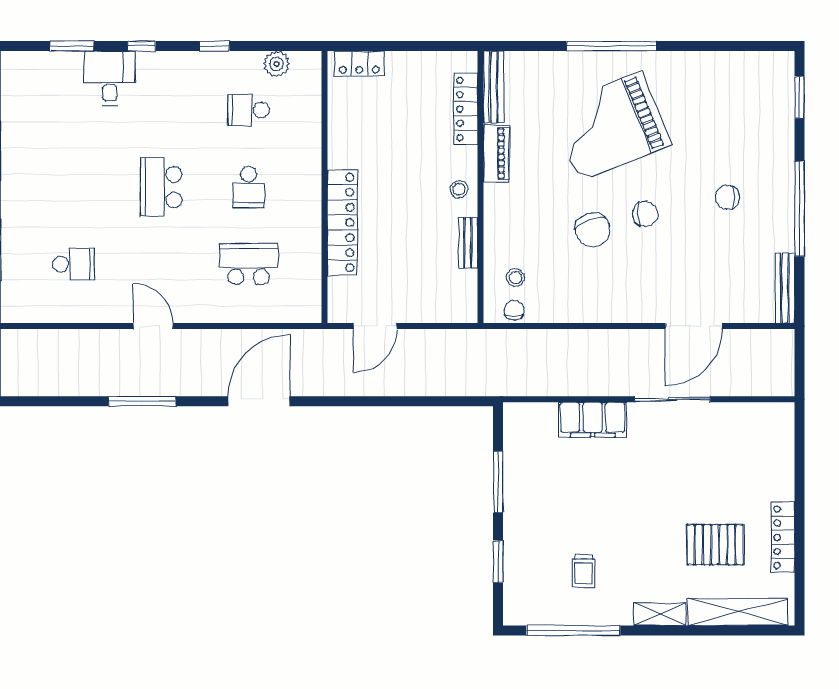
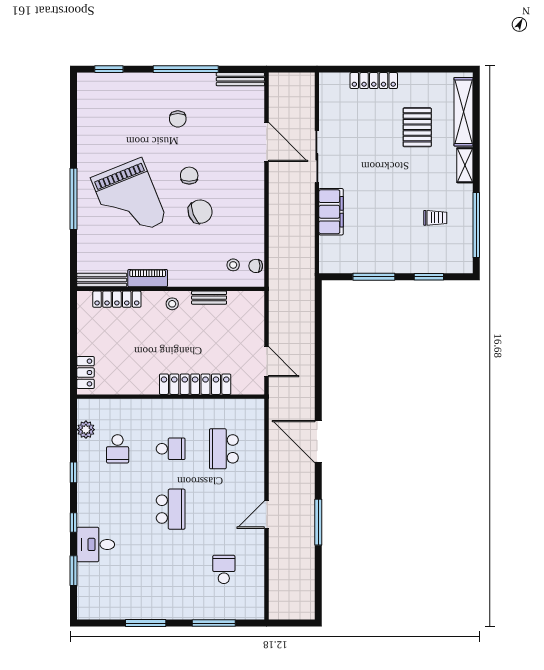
school desk: (161, 187) -> (171, 509), turned -90
locker: (783, 537) -> (374, 81), moved

